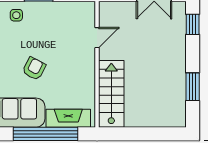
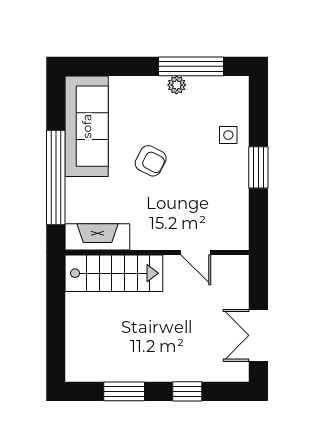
window: (193, 24) -> (187, 391), moved
fireplace: (68, 118) -> (97, 237), moved, turned -90

